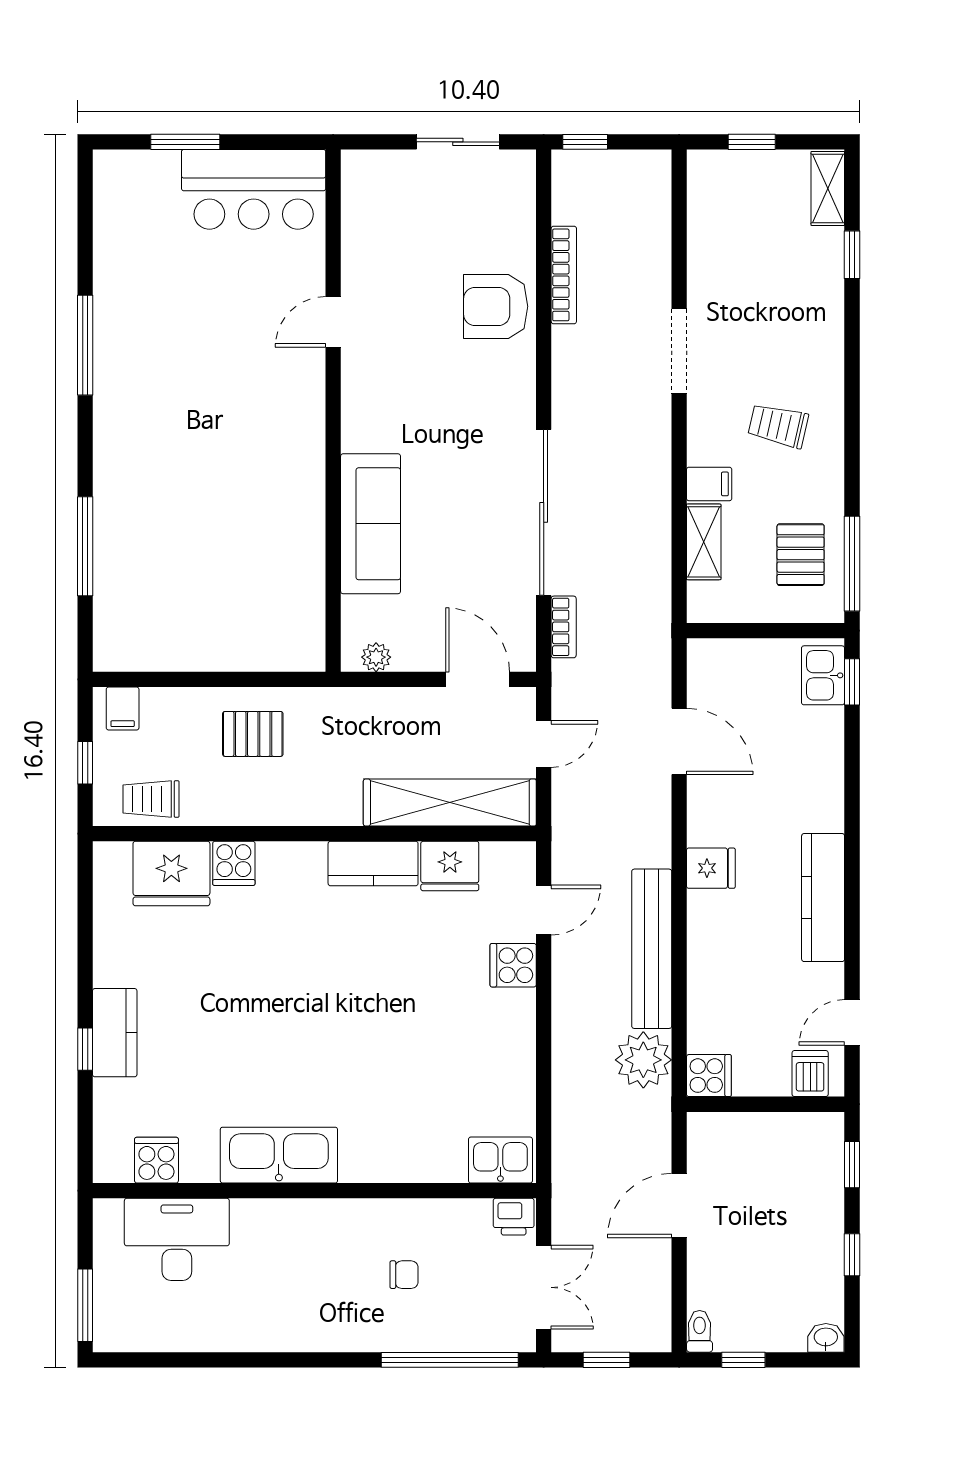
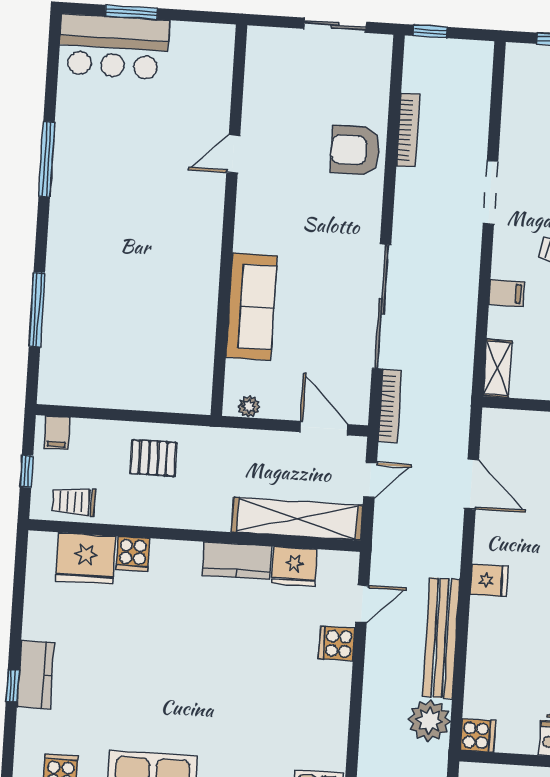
bar counter: (254, 189) -> (114, 47), moved
shelving: (704, 542) -> (498, 368), moved
bookcase: (564, 627) -> (390, 406), width x1.56

